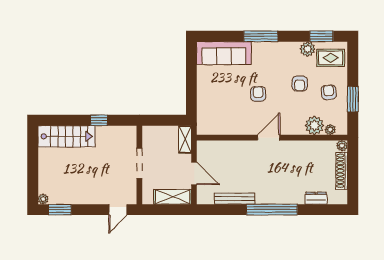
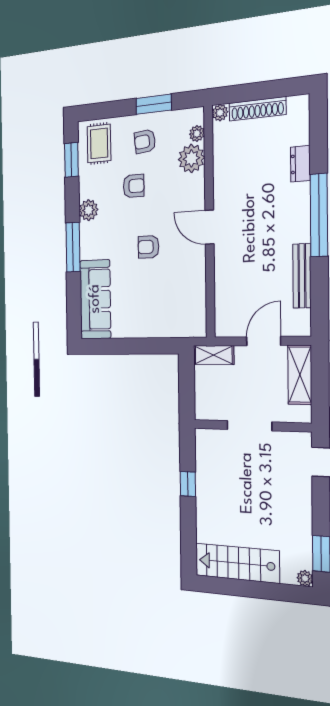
plant: (308, 49) -> (89, 210), moved
stairs: (67, 136) -> (237, 563), moved, turned -90
dresser: (316, 198) -> (300, 164), moved

